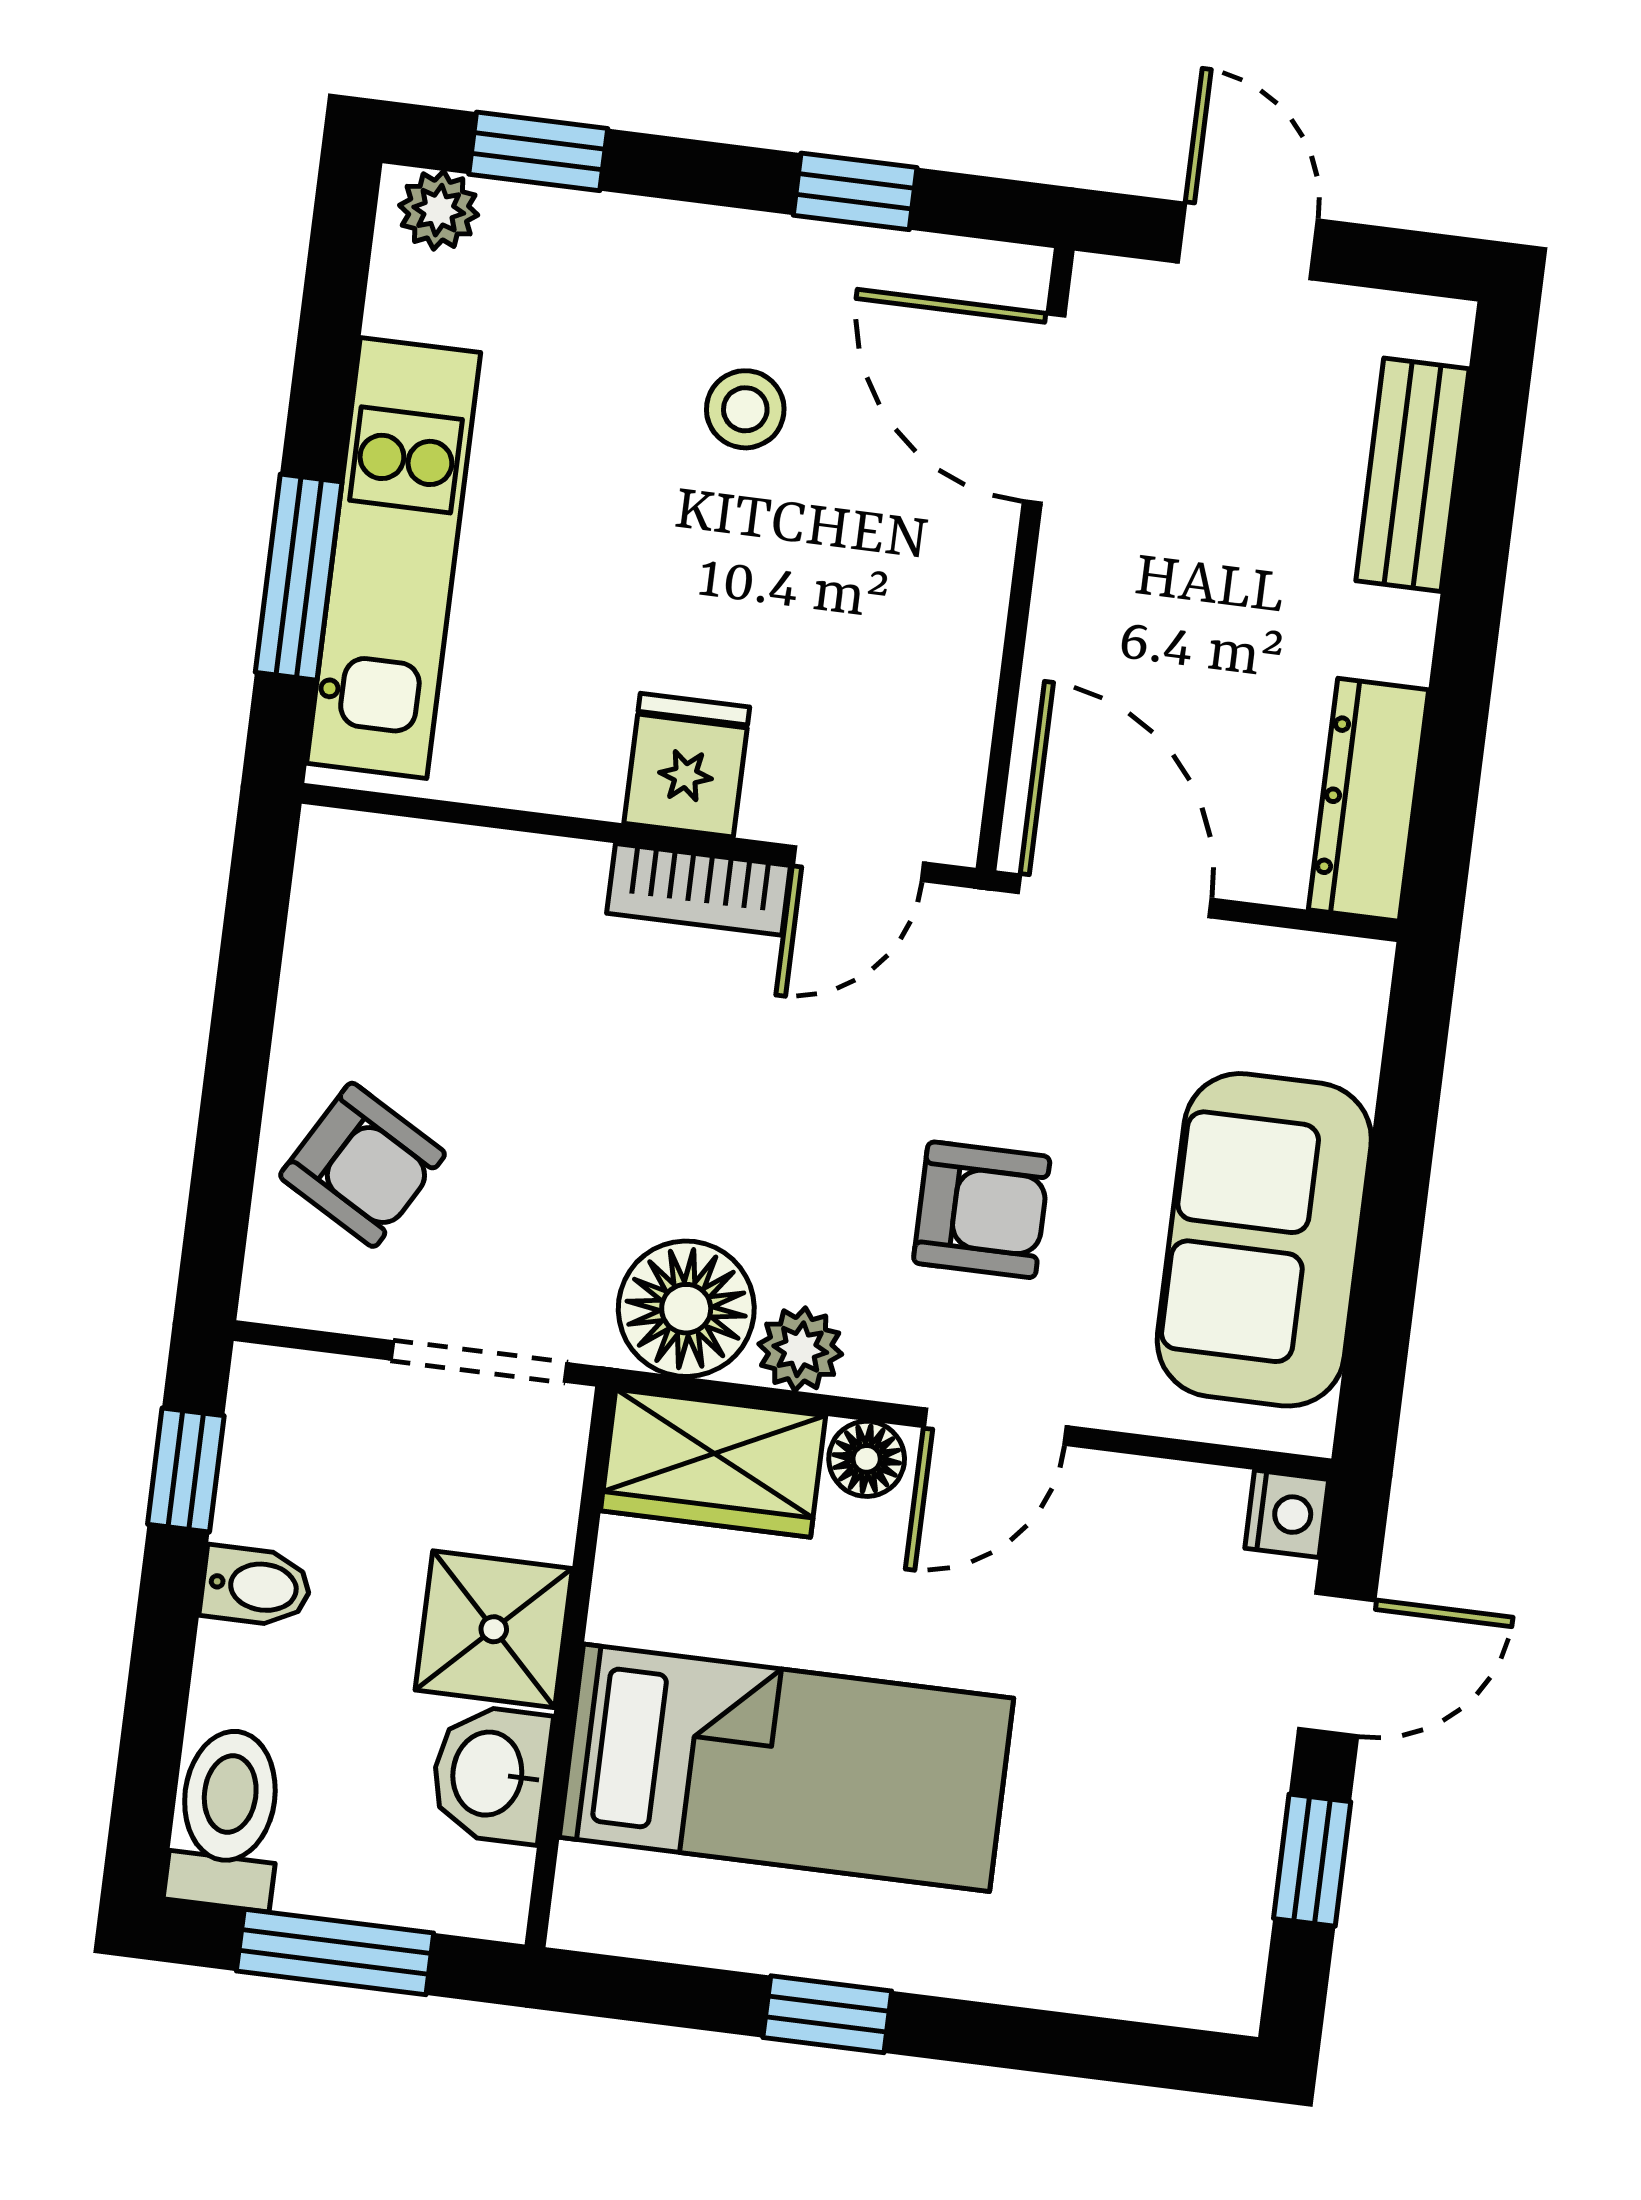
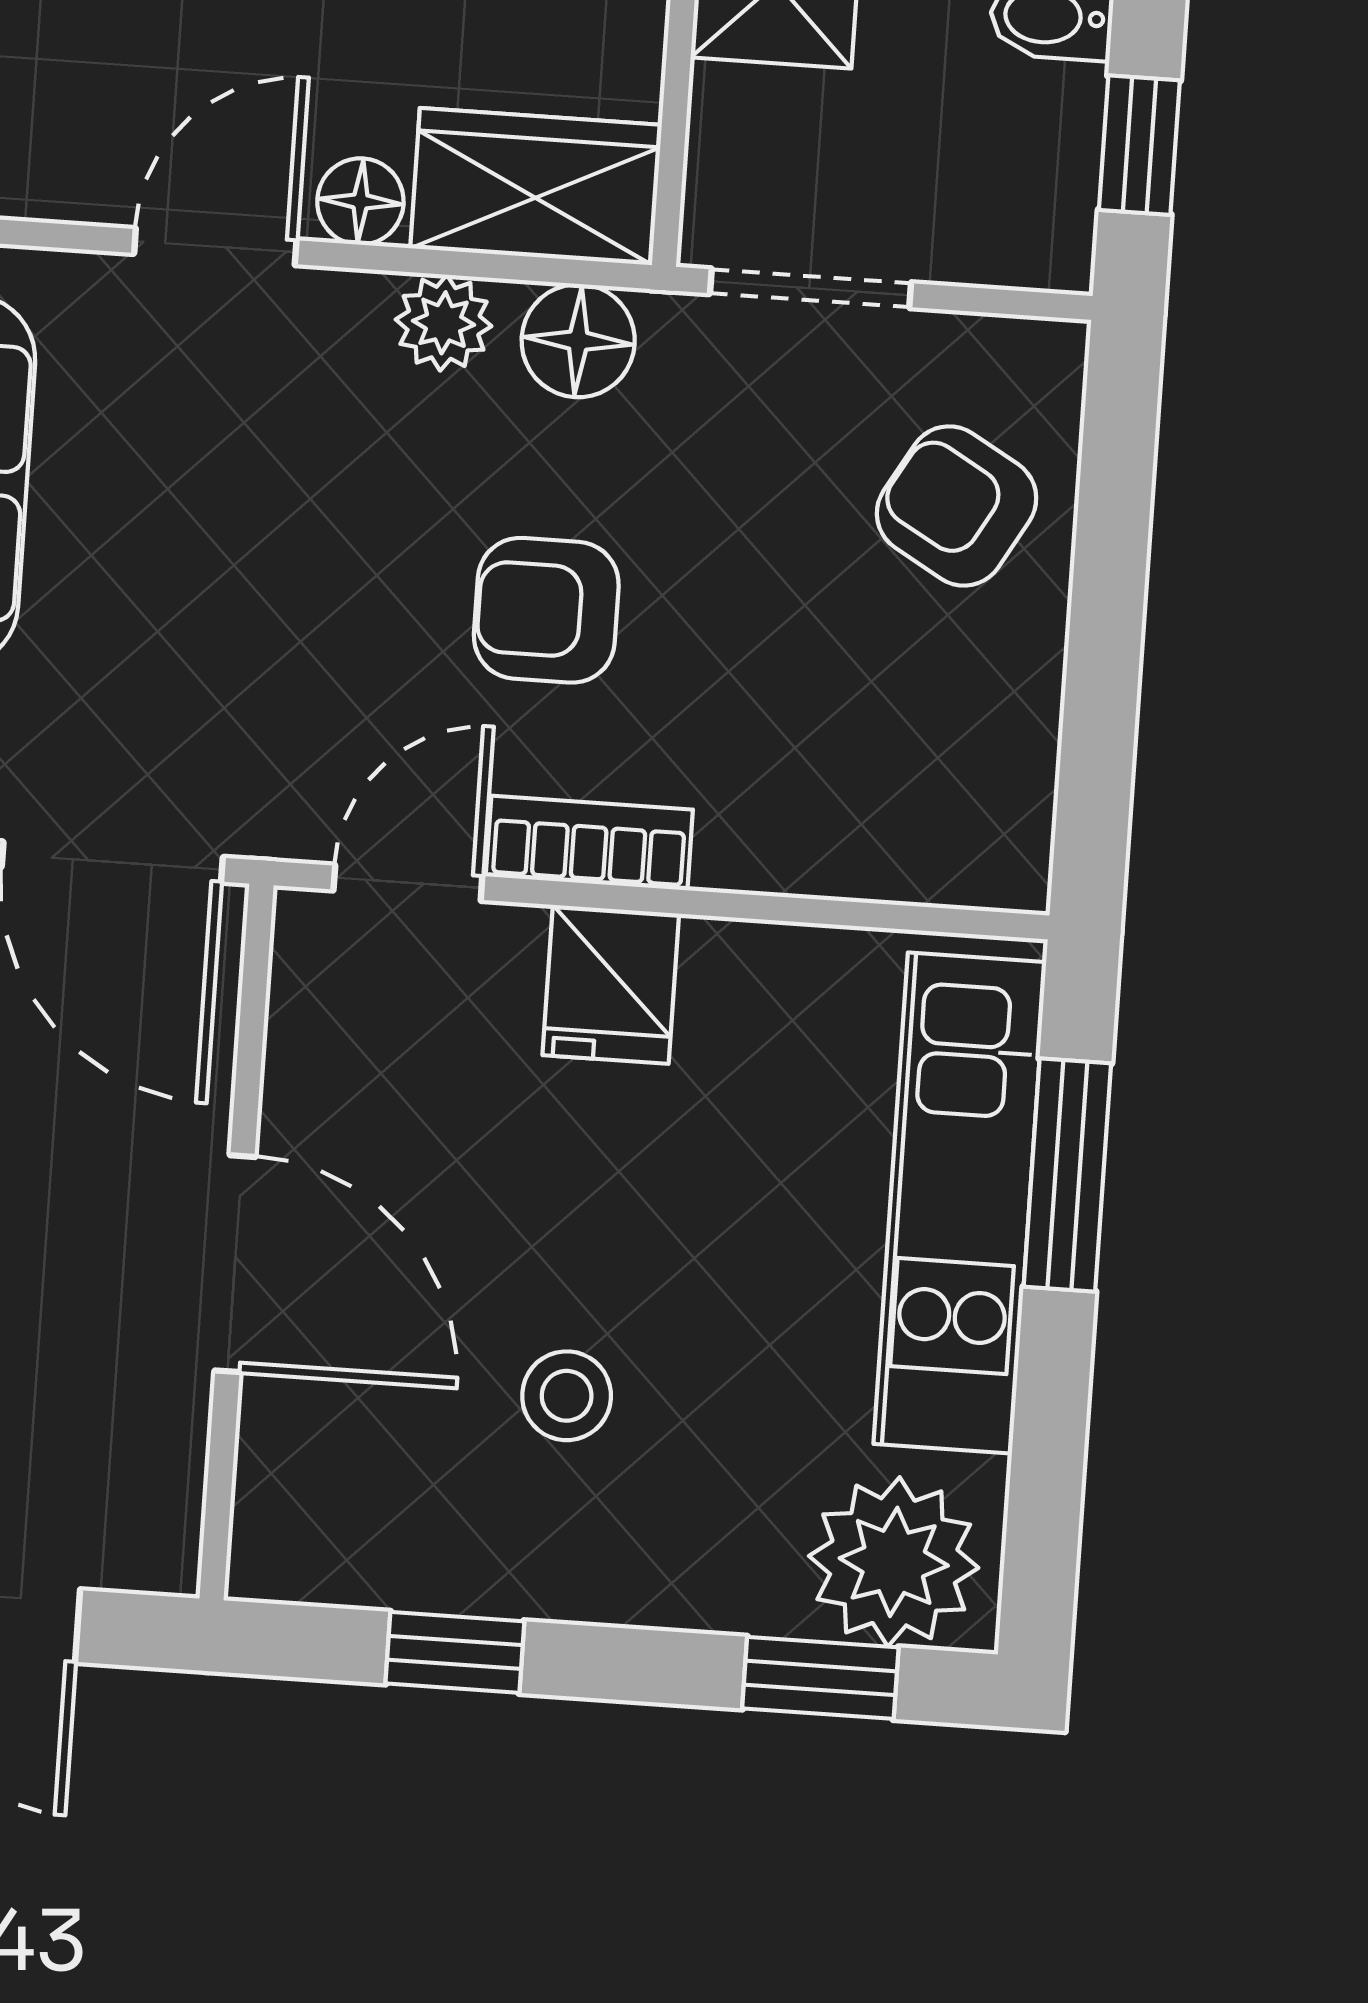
plant: (439, 210) -> (894, 1562), width x1.88, depth x1.88
door: (1044, 409) -> (235, 1264), moved
armchair: (982, 1210) -> (546, 610), moved
floor lamp: (686, 1309) -> (578, 341), width x0.73, depth x0.73

